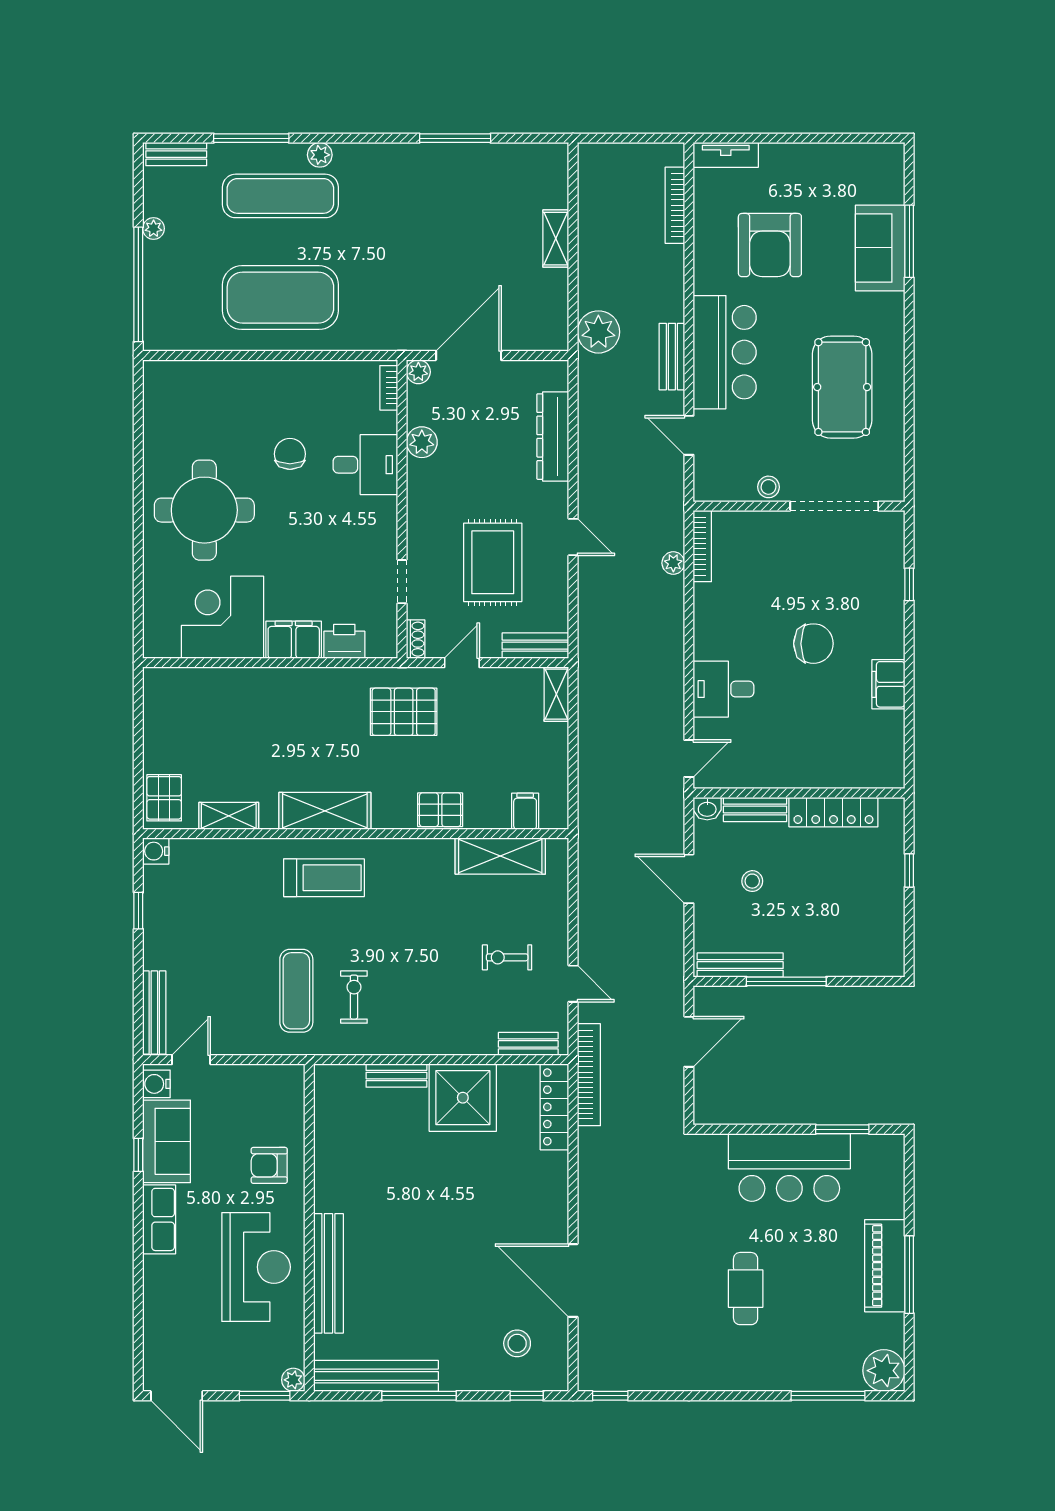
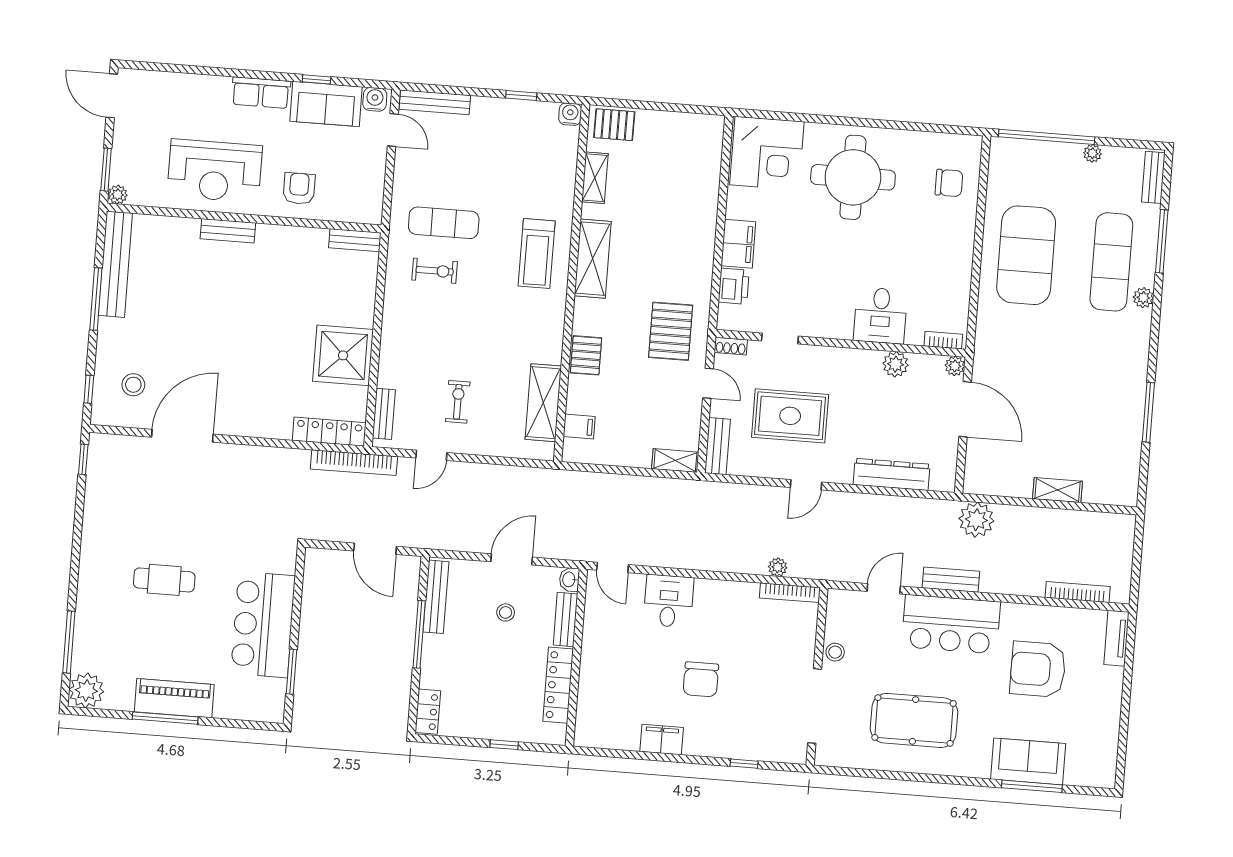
chair: (290, 454) -> (949, 183), moved
corner desk: (222, 617) -> (767, 153), moved, turned 90
locker: (877, 964) -> (428, 712), added
bench: (396, 1076) -> (355, 240), moved, turned 90
bench: (328, 1273) -> (228, 231), width x0.54, depth x0.82
door: (177, 1396) -> (112, 96), hinge flipped

